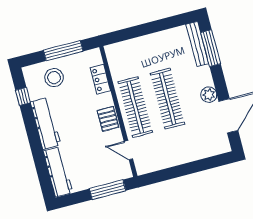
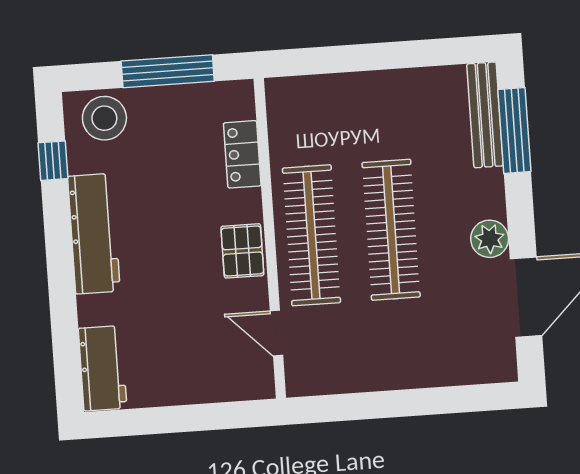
stool: (54, 78) -> (104, 118), moved
workbench: (58, 172) -> (103, 368), width x0.73
window: (108, 190) -> (210, 417), removed

